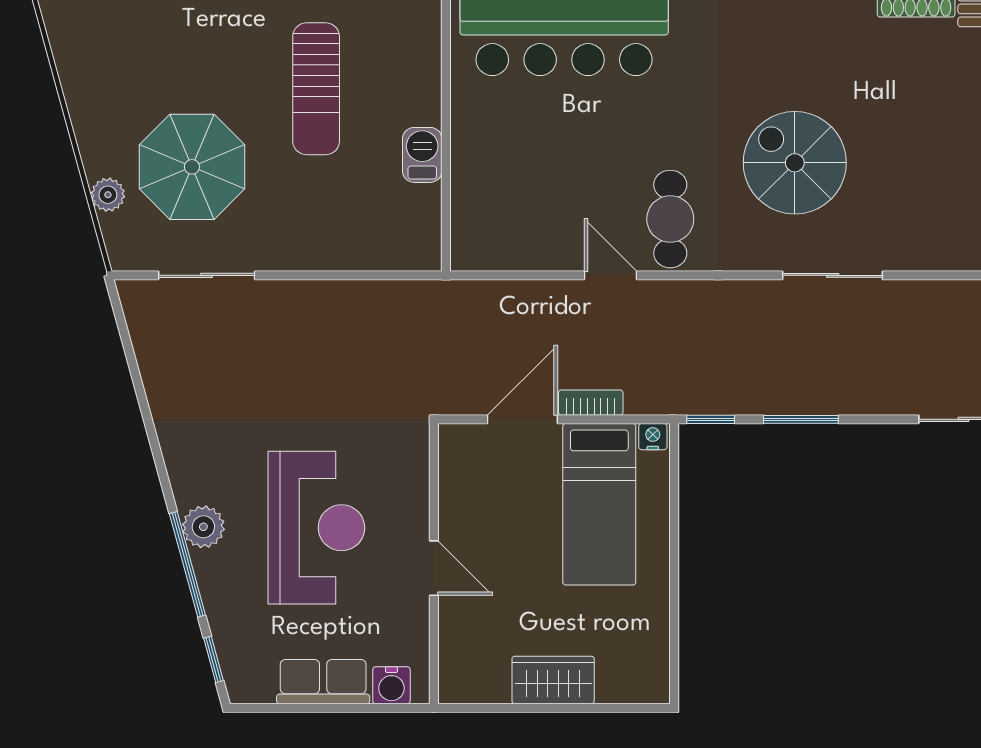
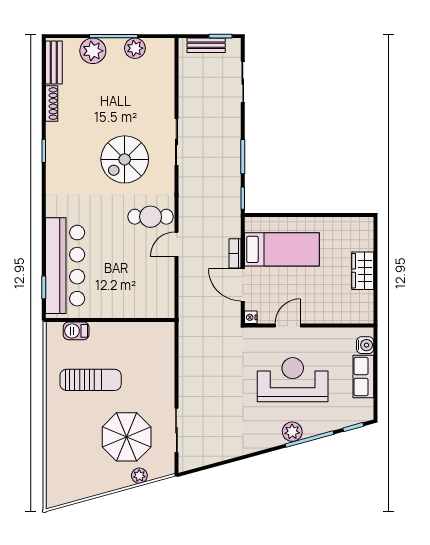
barbecue: (422, 155) -> (76, 331), moved
nightstand: (653, 437) -> (251, 317), moved
door: (434, 568) -> (288, 326), moved

